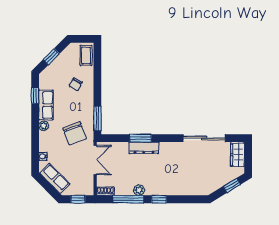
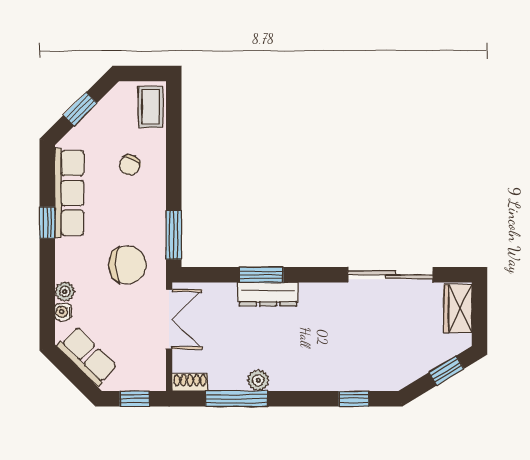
window: (35, 96) -> (47, 223), moved
row of seats: (46, 105) -> (69, 193), width x1.48
plant: (44, 126) -> (65, 292), moved
chair: (75, 133) -> (127, 265), turned -69
window: (159, 199) -> (354, 399), moved

